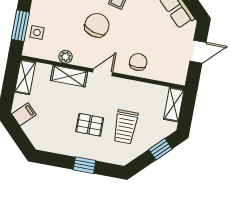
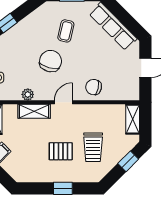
chair: (138, 62) -> (94, 87), turned -78

